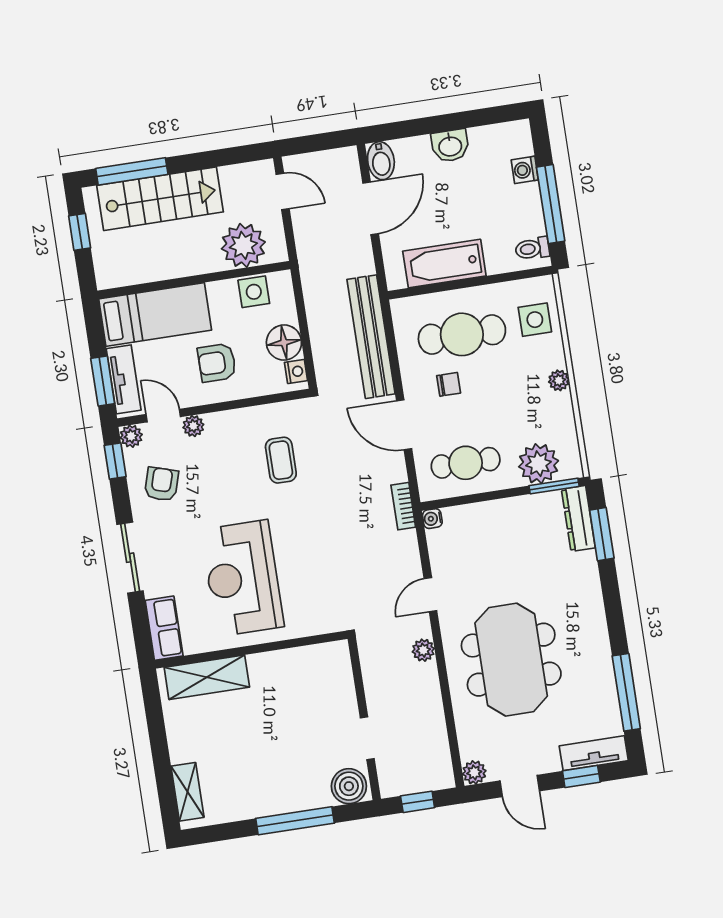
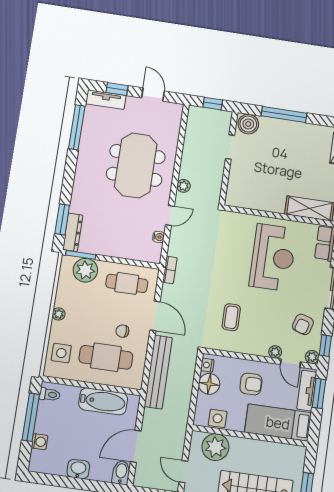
water cooler: (432, 519) -> (159, 237), moved
plant: (474, 772) -> (176, 110), removed

